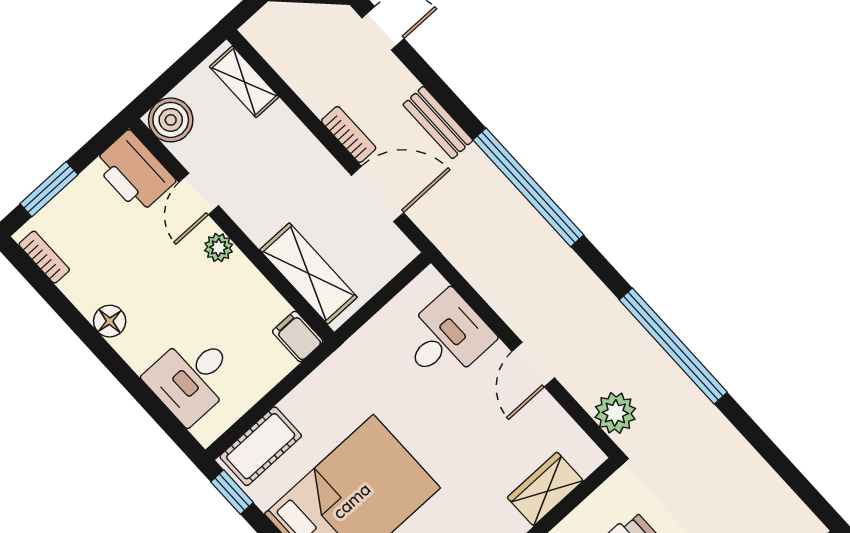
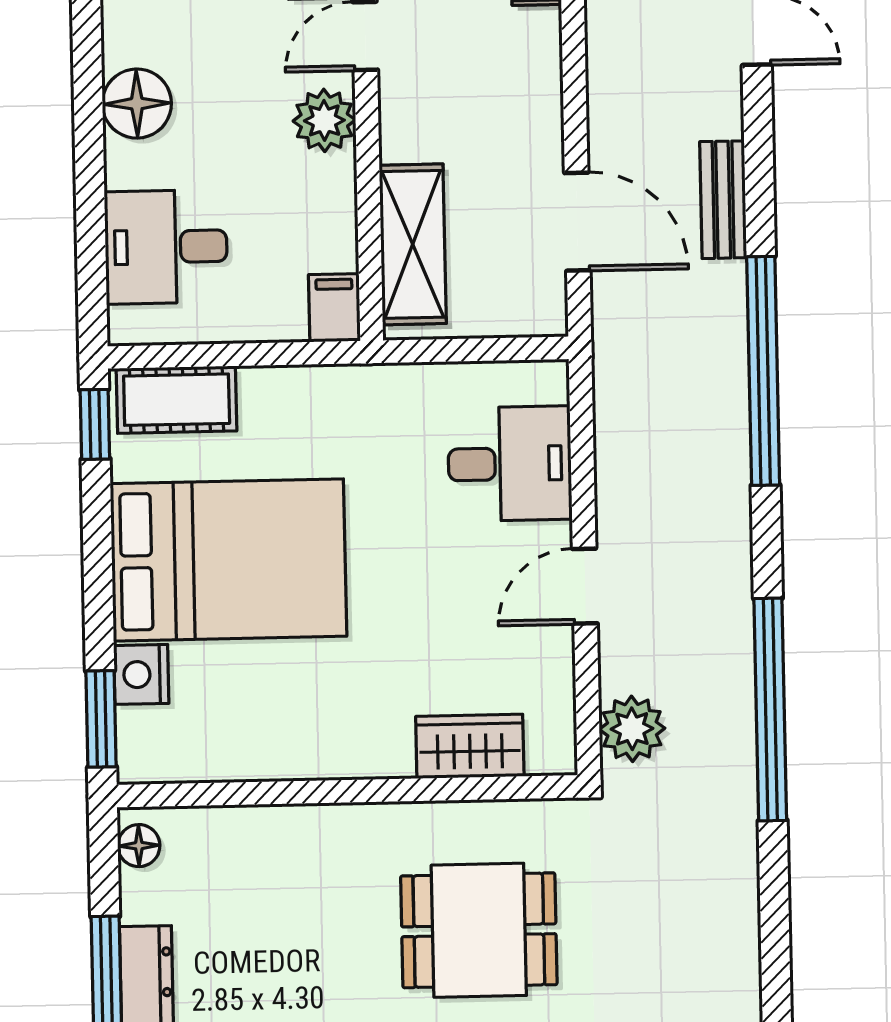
bookcase: (349, 135) -> (605, 121), removed
plant: (219, 248) -> (324, 120), width x1.38, depth x1.38
floor lamp: (110, 321) -> (137, 104), width x1.38, depth x1.38

